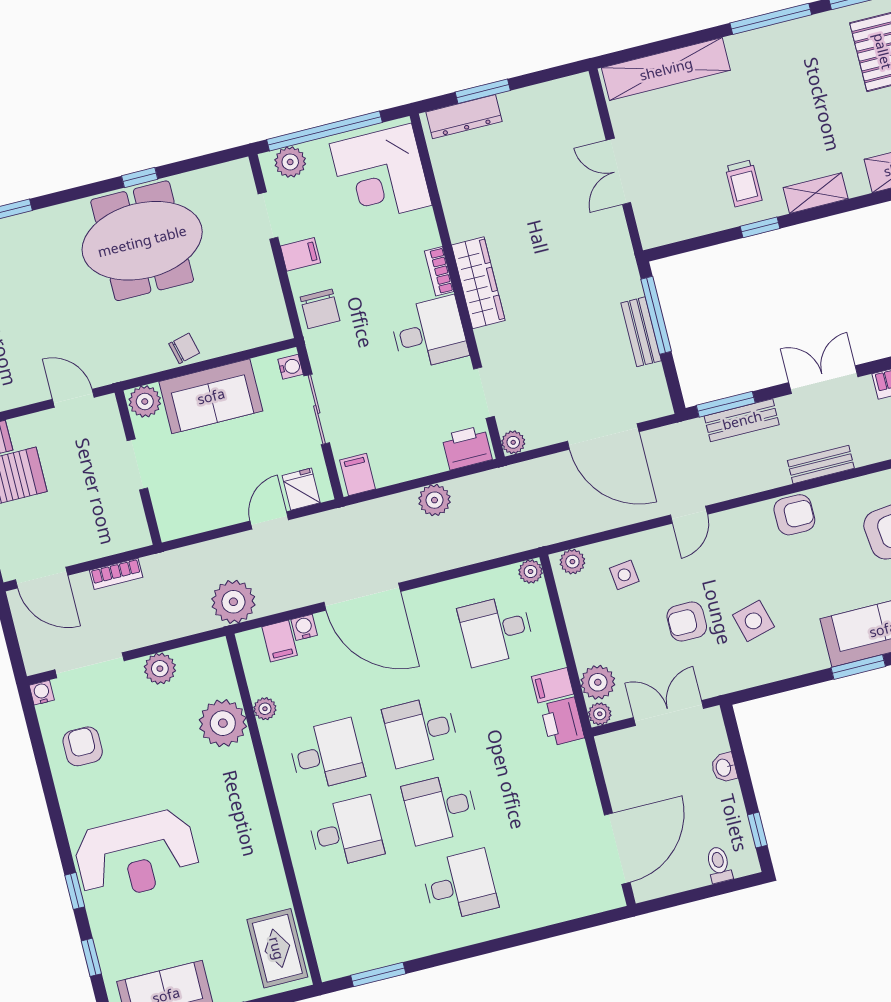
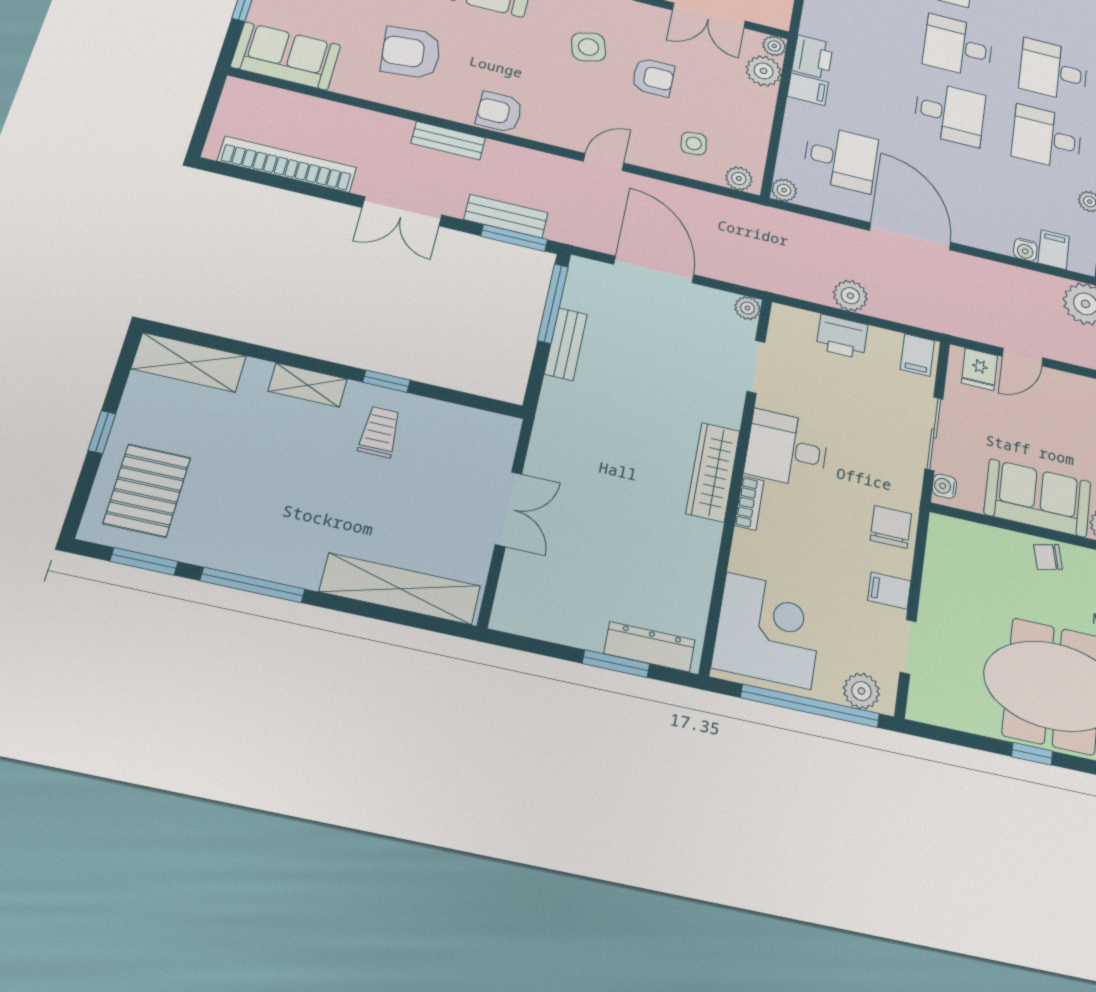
window: (656, 315) -> (553, 303), moved
printer: (467, 448) -> (842, 337), moved
door: (362, 597) -> (910, 236), moved
desk: (440, 808) -> (958, 46), turned 180

